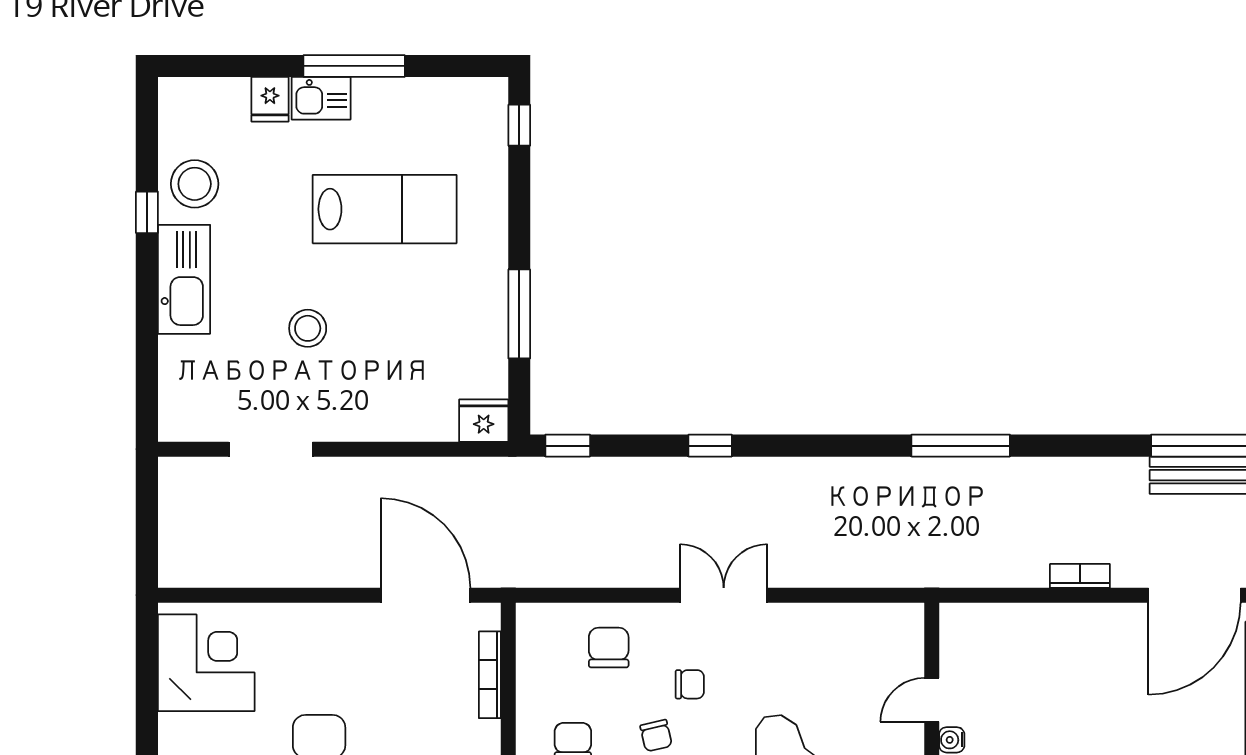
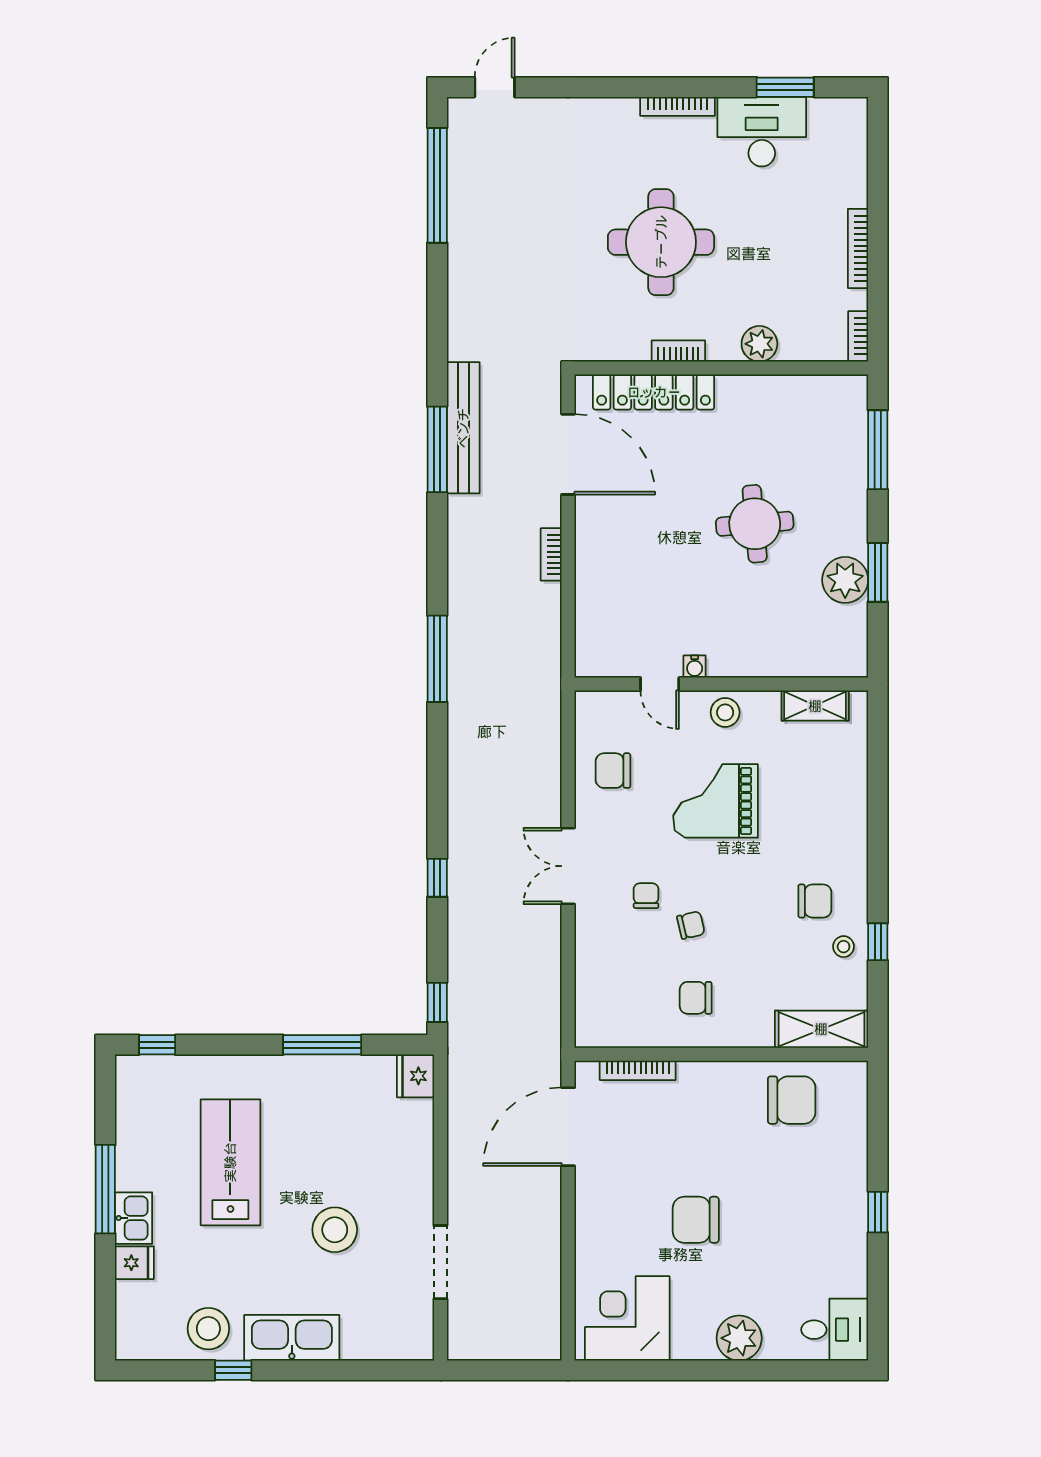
stool: (308, 328) -> (335, 1230), width x1.38, depth x1.38
chair: (609, 648) -> (613, 771), moved

